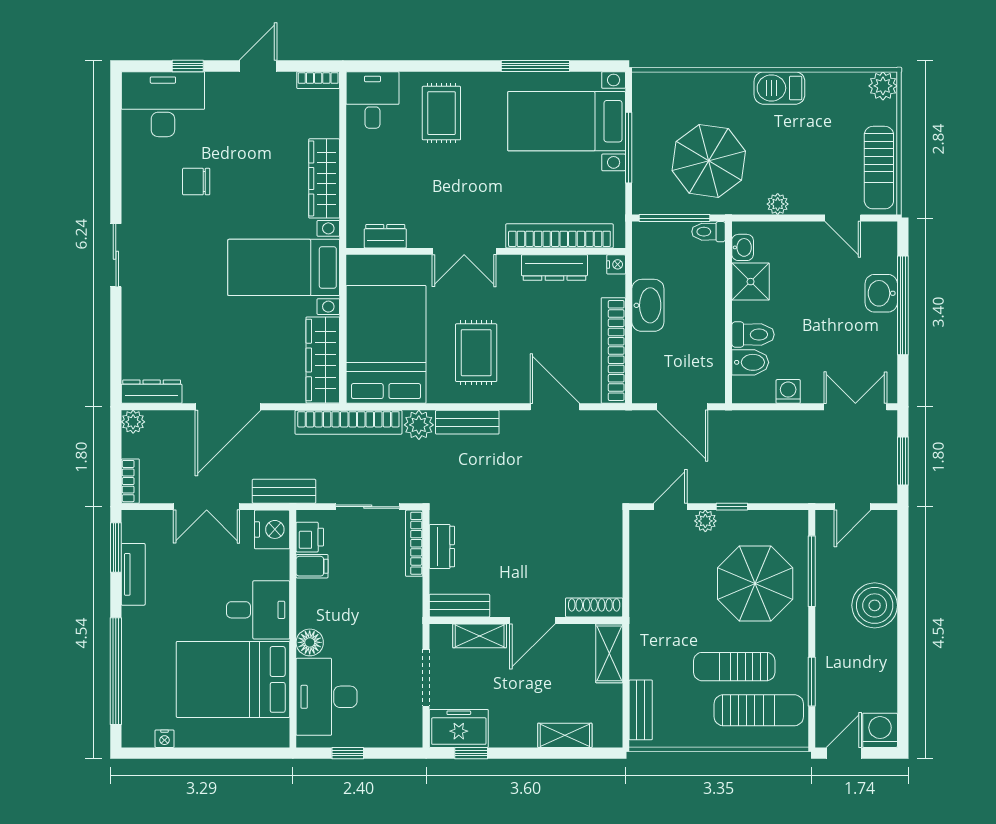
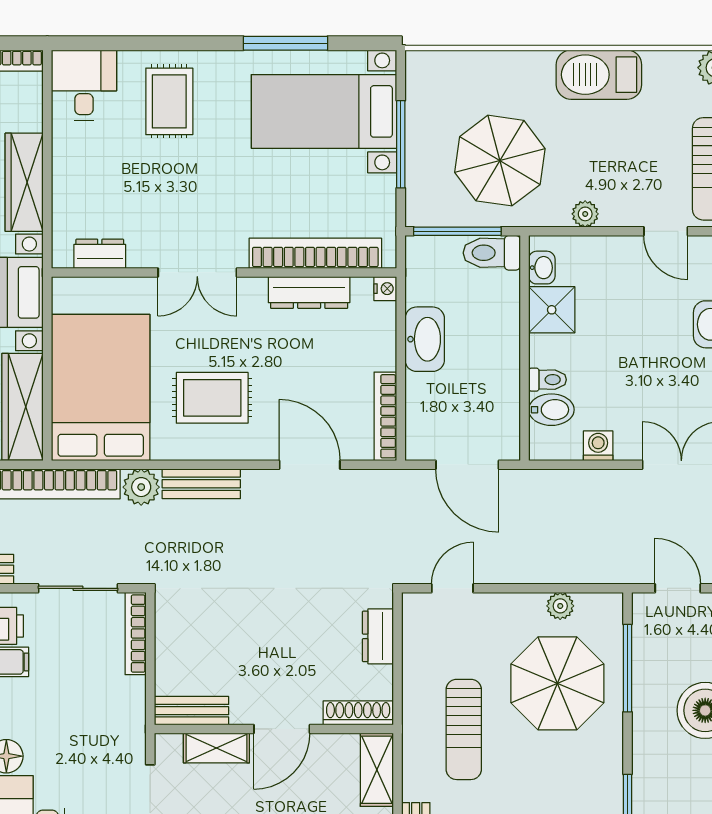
barbecue: (779, 88) -> (599, 75), width x1.37, depth x1.21
toilet: (709, 232) -> (492, 253), width x1.37, depth x1.39
toilet: (753, 335) -> (547, 380), width x0.73, depth x0.72
bookcase: (613, 351) -> (385, 416), width x0.68, depth x0.76
rug: (476, 353) -> (212, 398), turned 90
window: (732, 507) -> (529, 588), removed
door: (852, 507) -> (678, 588), swing flipped
plant: (705, 521) -> (560, 606), moved
dresser: (442, 547) -> (378, 636), moved, turned 180
sun lounger: (734, 667) -> (464, 729), moved, turned -90

